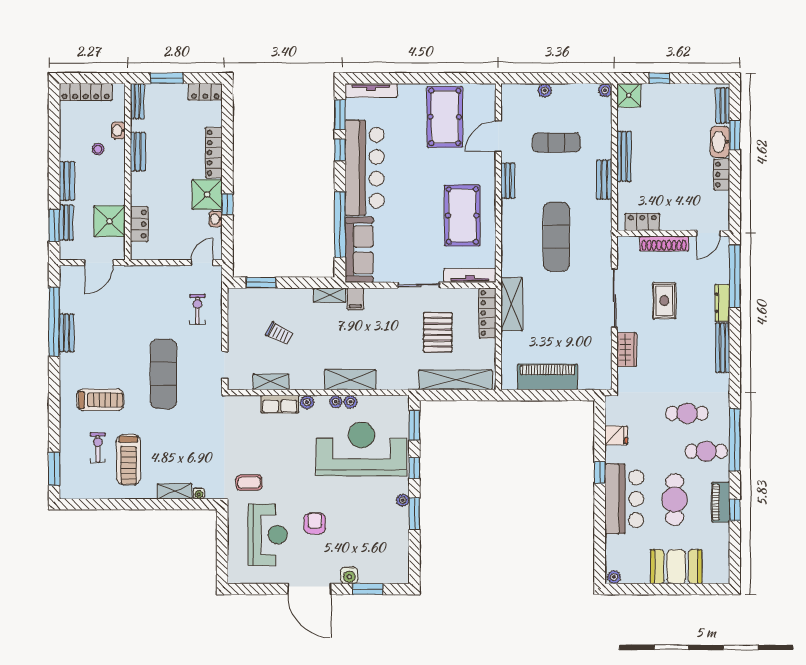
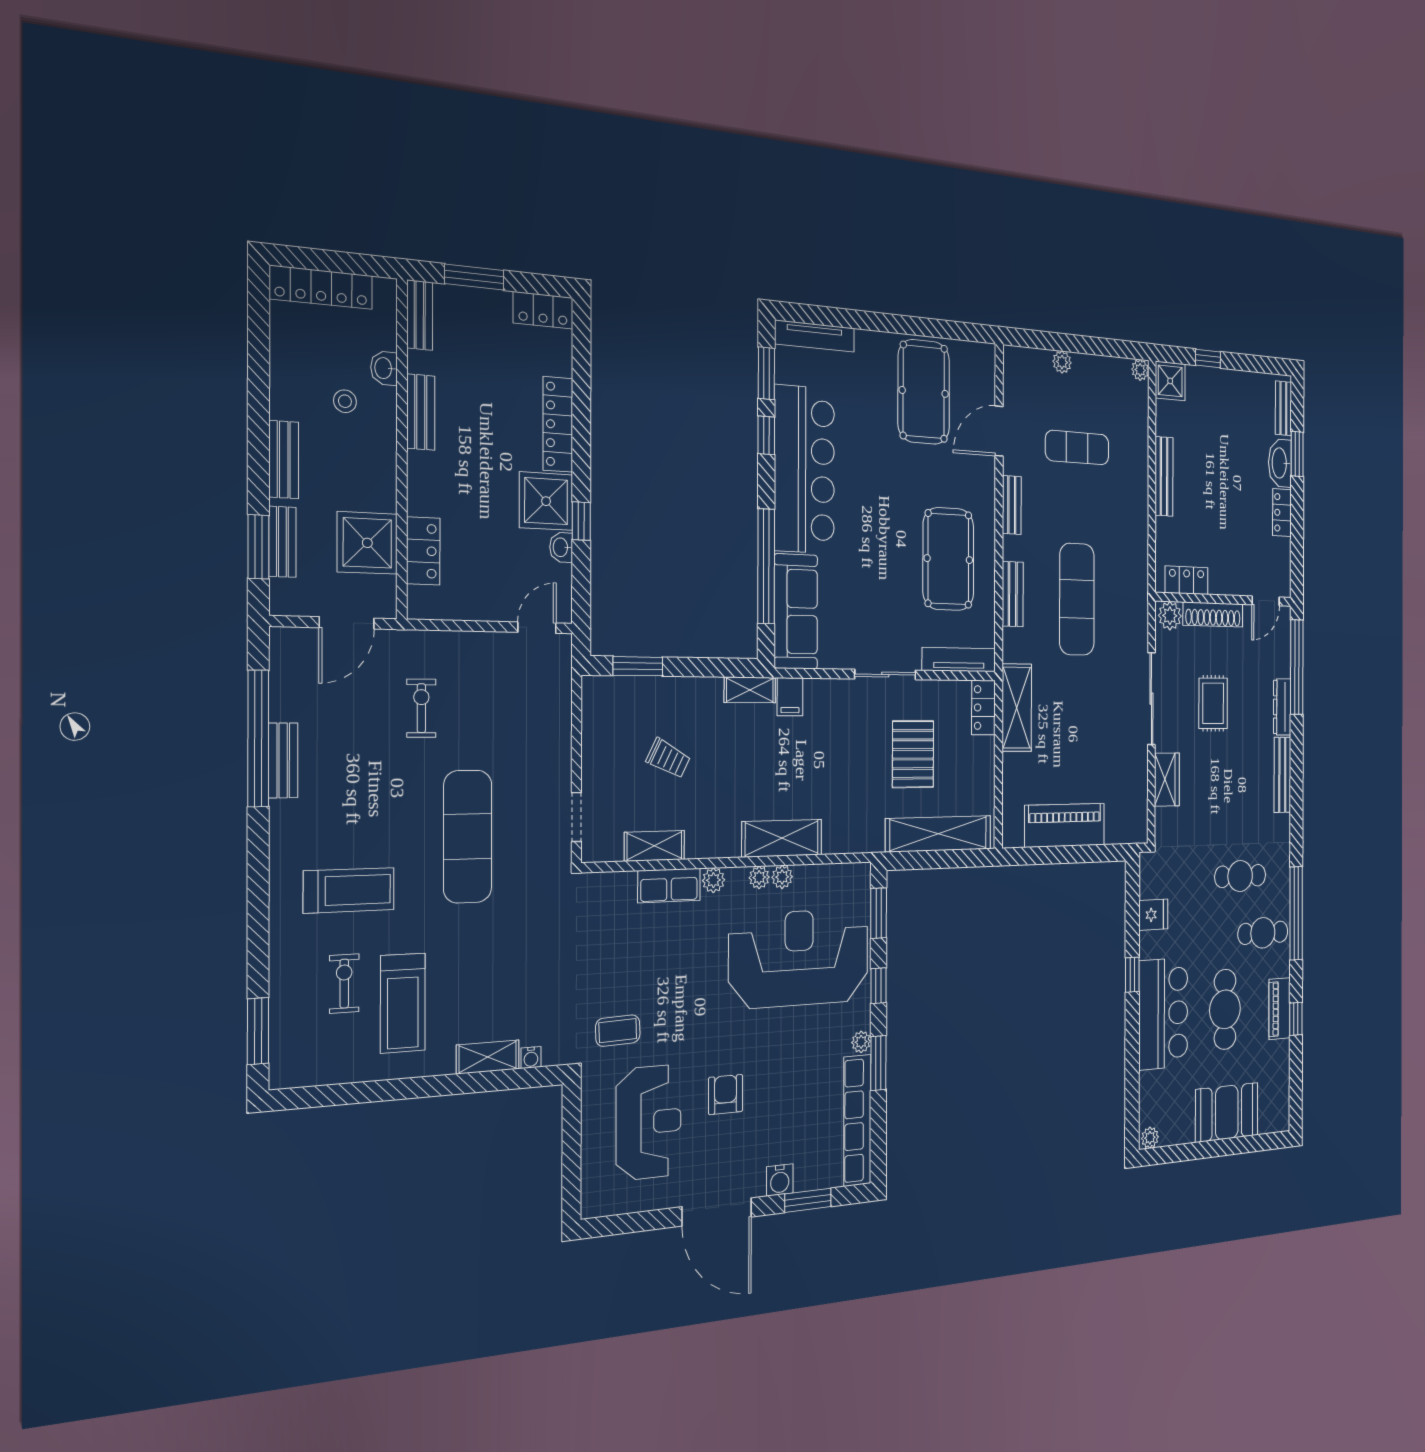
bench: (604, 180) -> (1013, 594), moved
plant: (629, 245) -> (1170, 616), added
exercise bike: (197, 309) -> (421, 708), moved
locker: (487, 313) -> (983, 708), width x0.66
row of seats: (400, 546) -> (857, 1120), added

